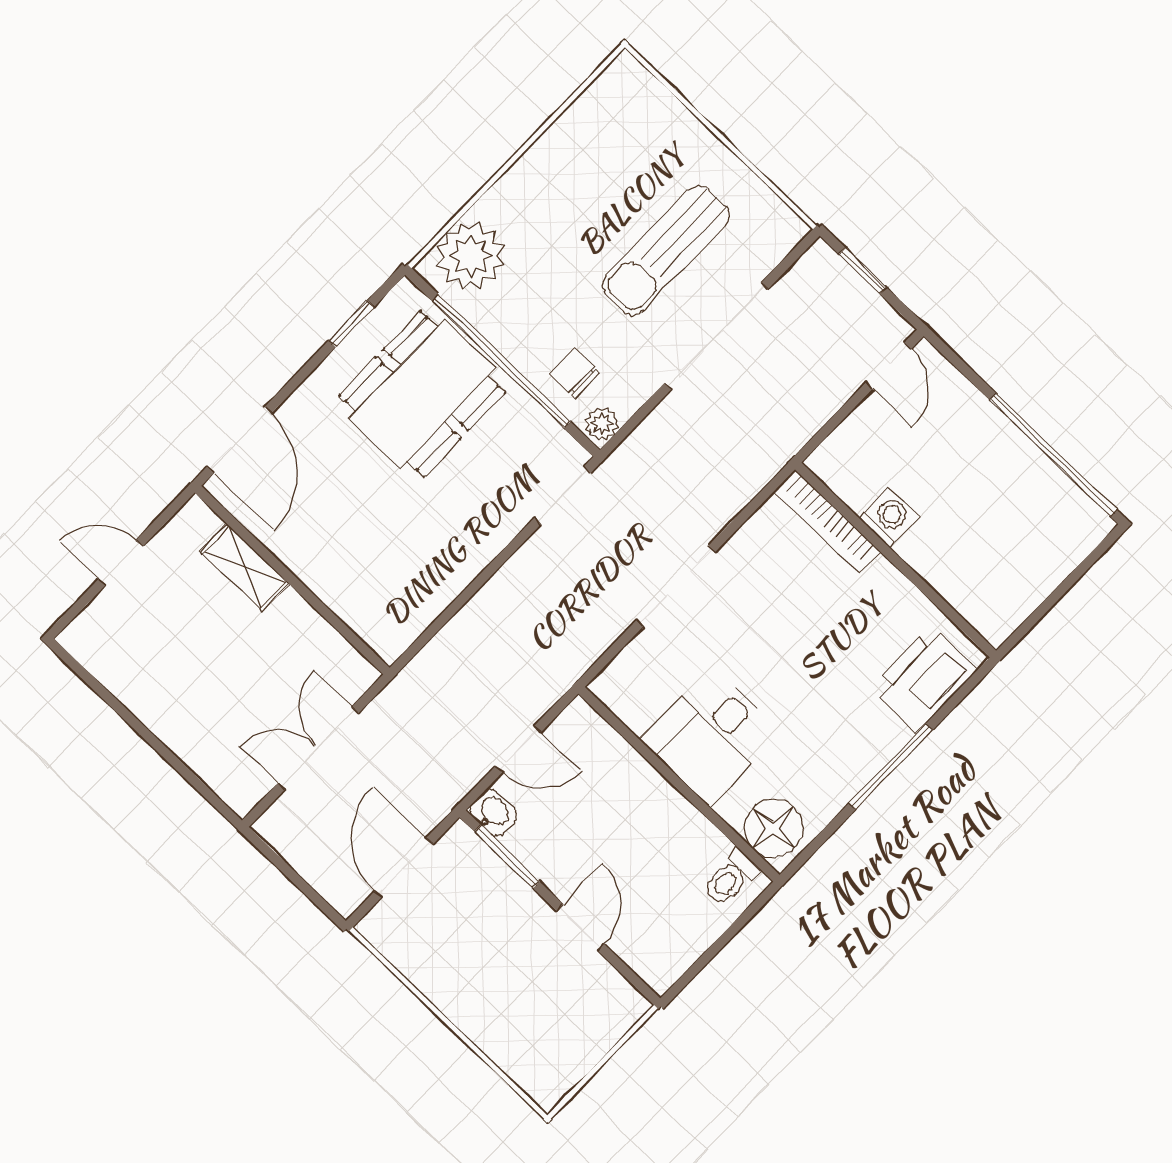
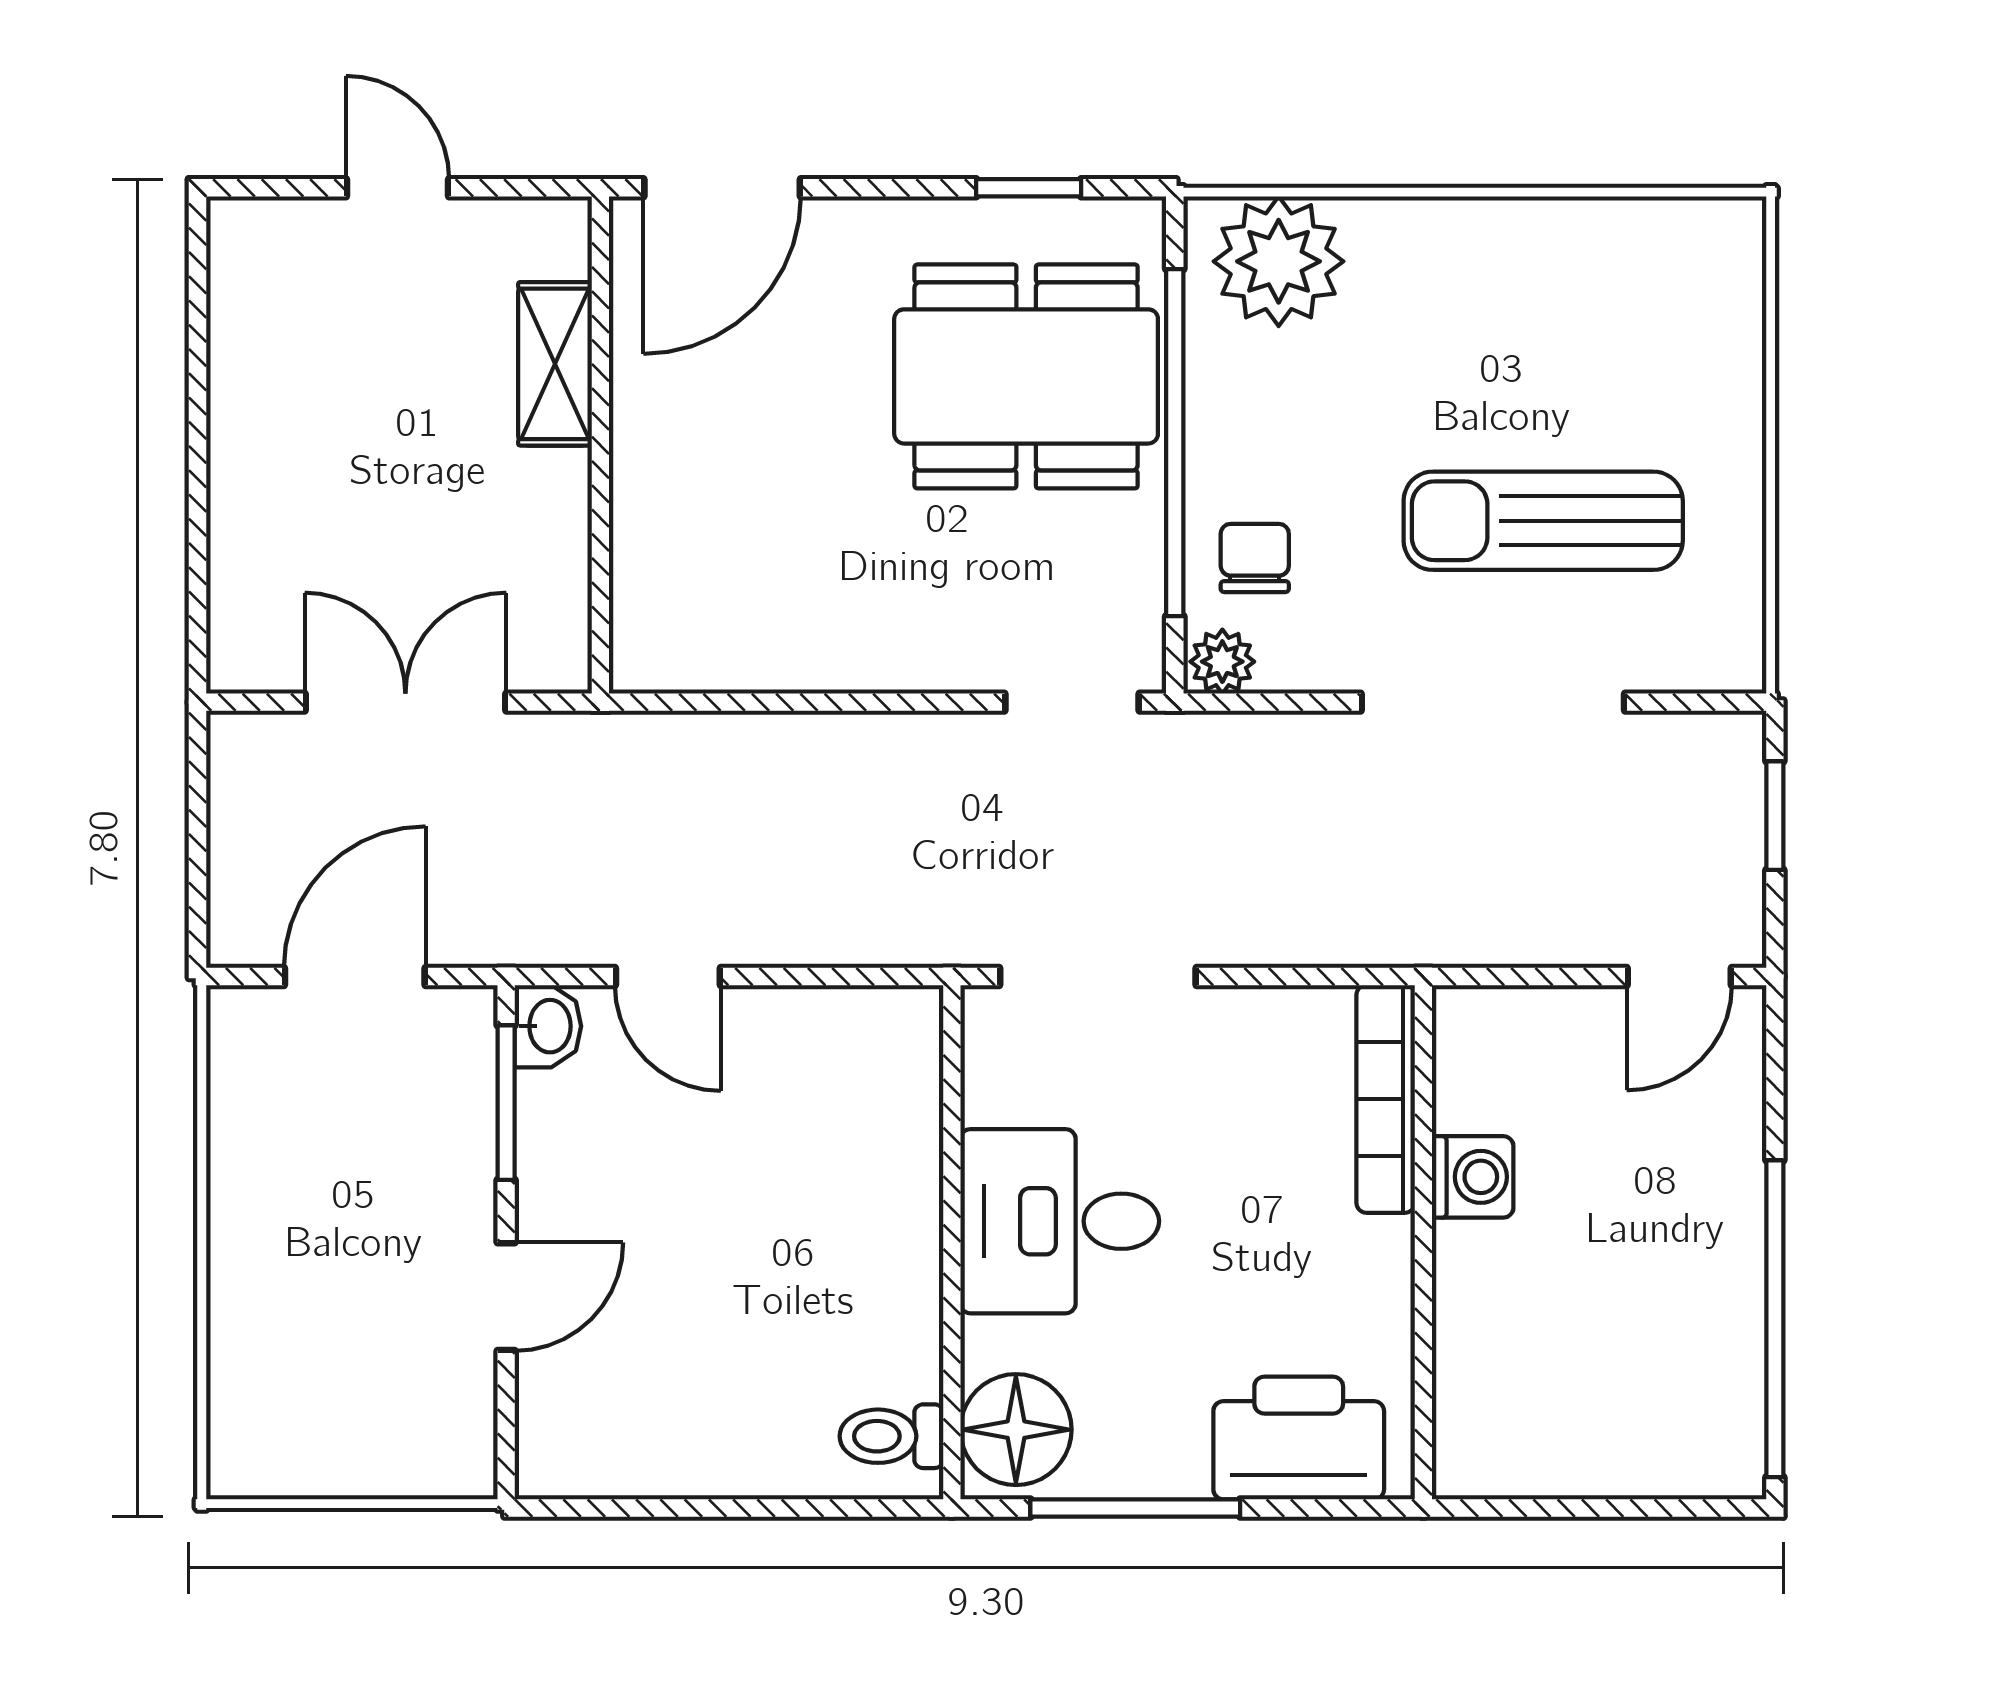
desk: (711, 736) -> (1060, 1221), moved
wall: (679, 784) -> (952, 1242), moved
floor lamp: (774, 828) -> (1016, 1430), moved
toilet: (730, 878) -> (891, 1436), moved

